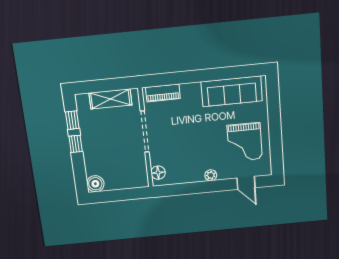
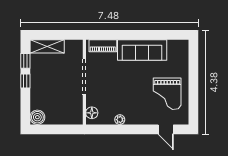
sofa: (232, 91) -> (142, 50), moved
shelving: (110, 99) -> (47, 46), moved
plant: (211, 175) -> (120, 120), moved

